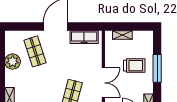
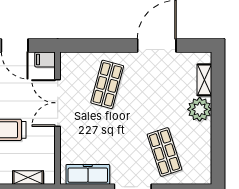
plant: (13, 62) -> (200, 109), moved

